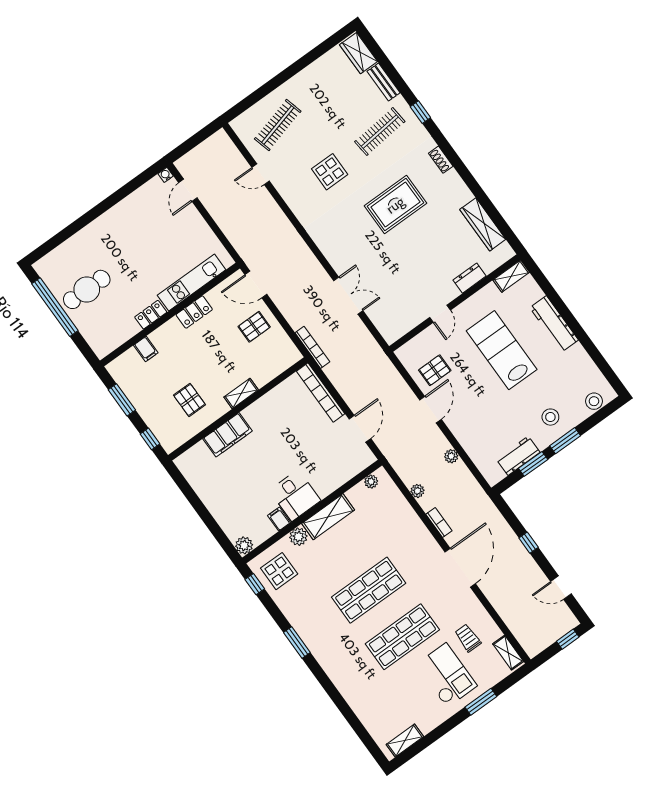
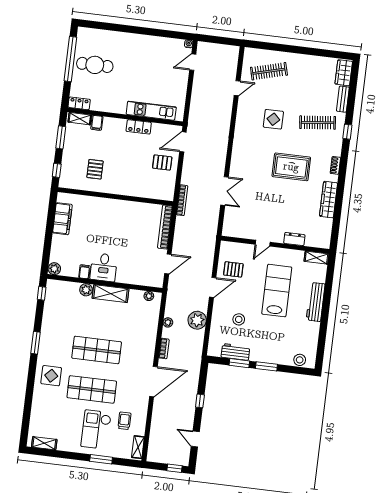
door: (261, 174) -> (237, 88), swing flipped
wardrobe: (483, 224) -> (329, 200), moved
door: (256, 285) -> (183, 142), hinge flipped
locker: (151, 315) -> (79, 103), moved
shelving: (241, 393) -> (80, 119), moved
stool: (550, 417) -> (239, 319), moved
filing cabinet: (228, 435) -> (62, 219), moved, turned -90
plant: (451, 456) -> (197, 320), width x1.87, depth x1.87
display table: (279, 571) -> (51, 376), moved
checkout: (446, 675) -> (96, 430), turned 180

